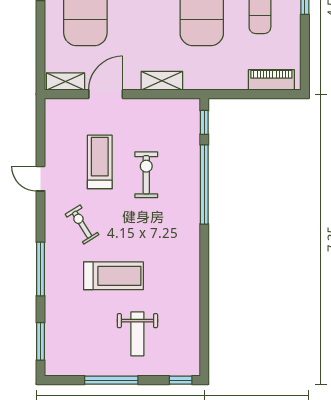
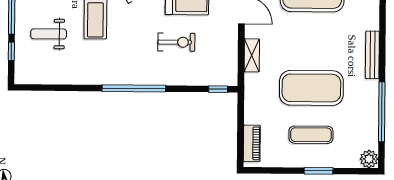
window: (204, 184) -> (134, 88), moved
window: (181, 380) -> (11, 51), moved

